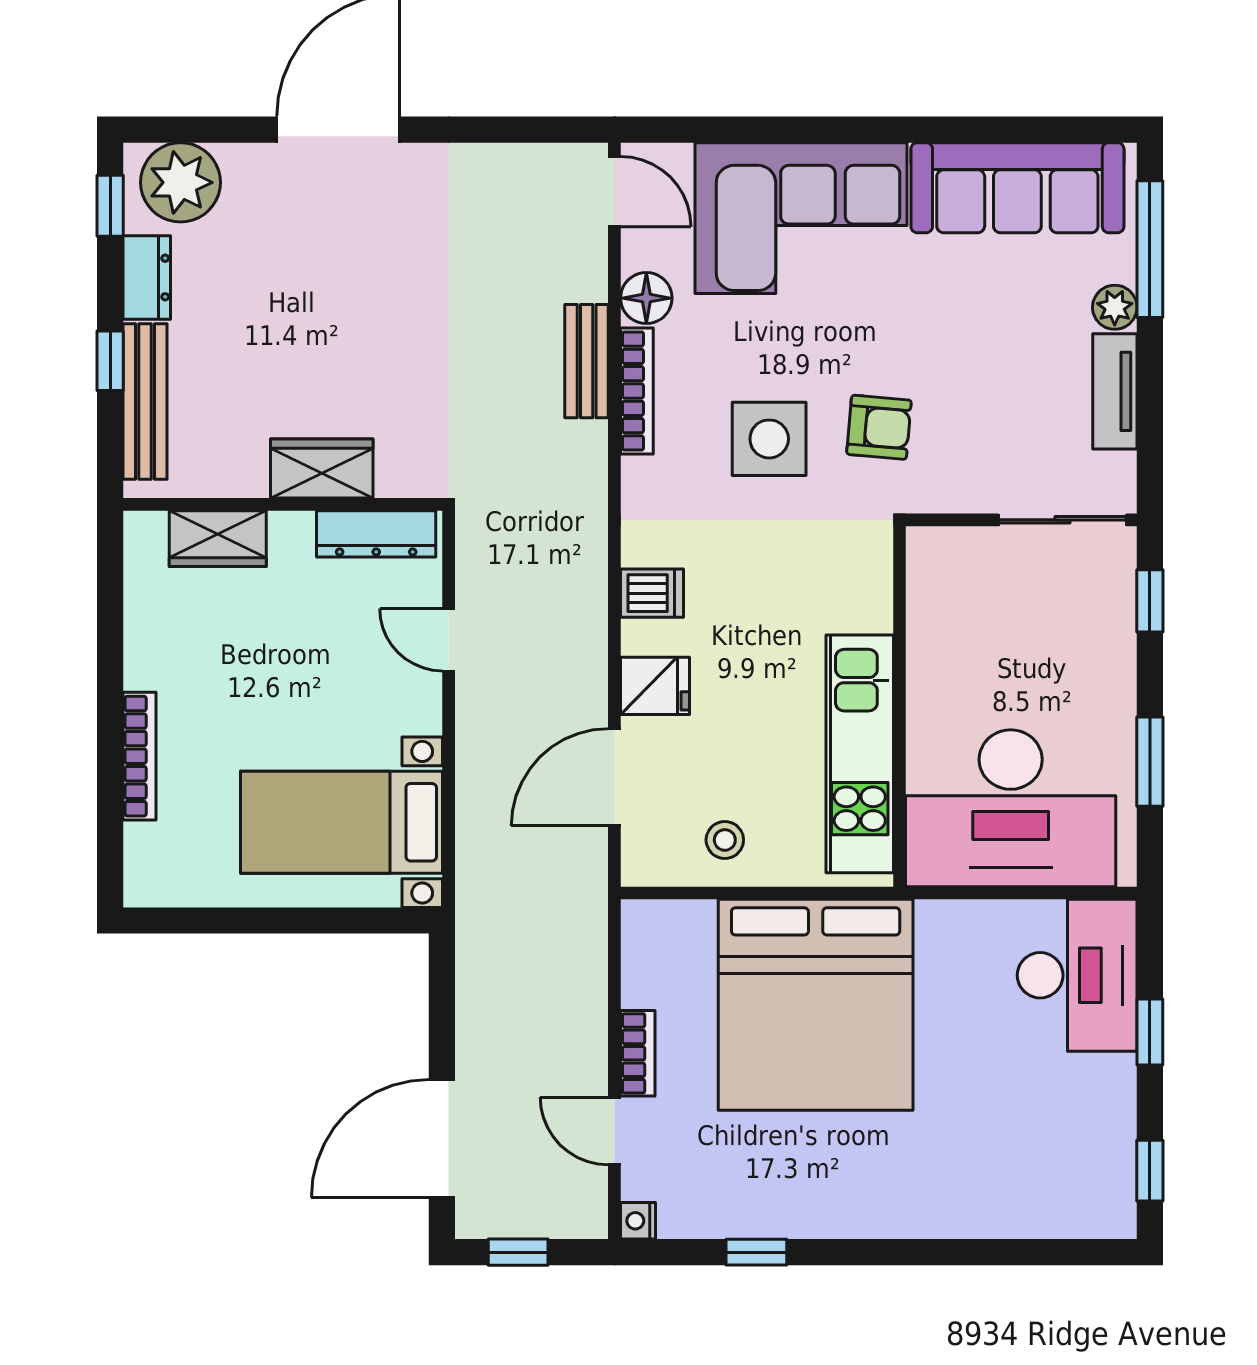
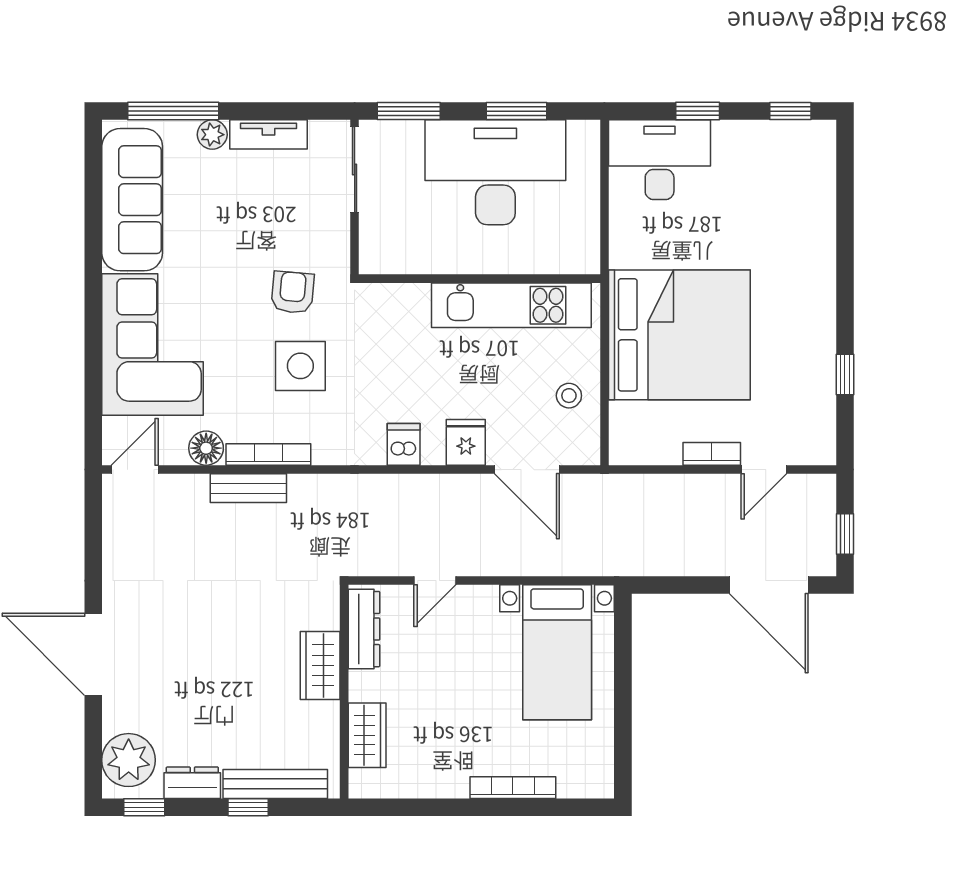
window: (1150, 601) -> (409, 111), width x1.50
desk: (1011, 808) -> (495, 172), moved, turned -90
nightstand: (638, 1221) -> (824, 454), removed

